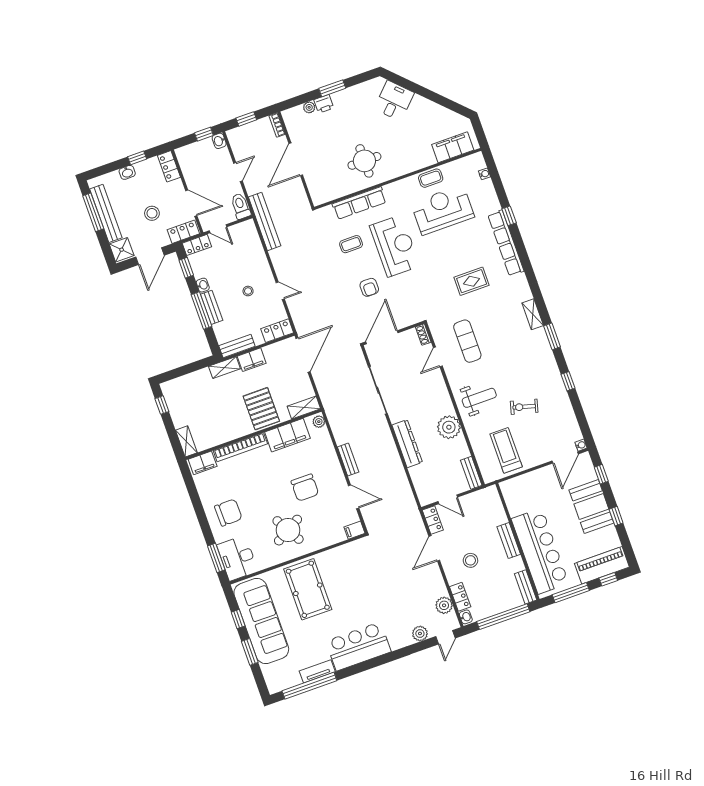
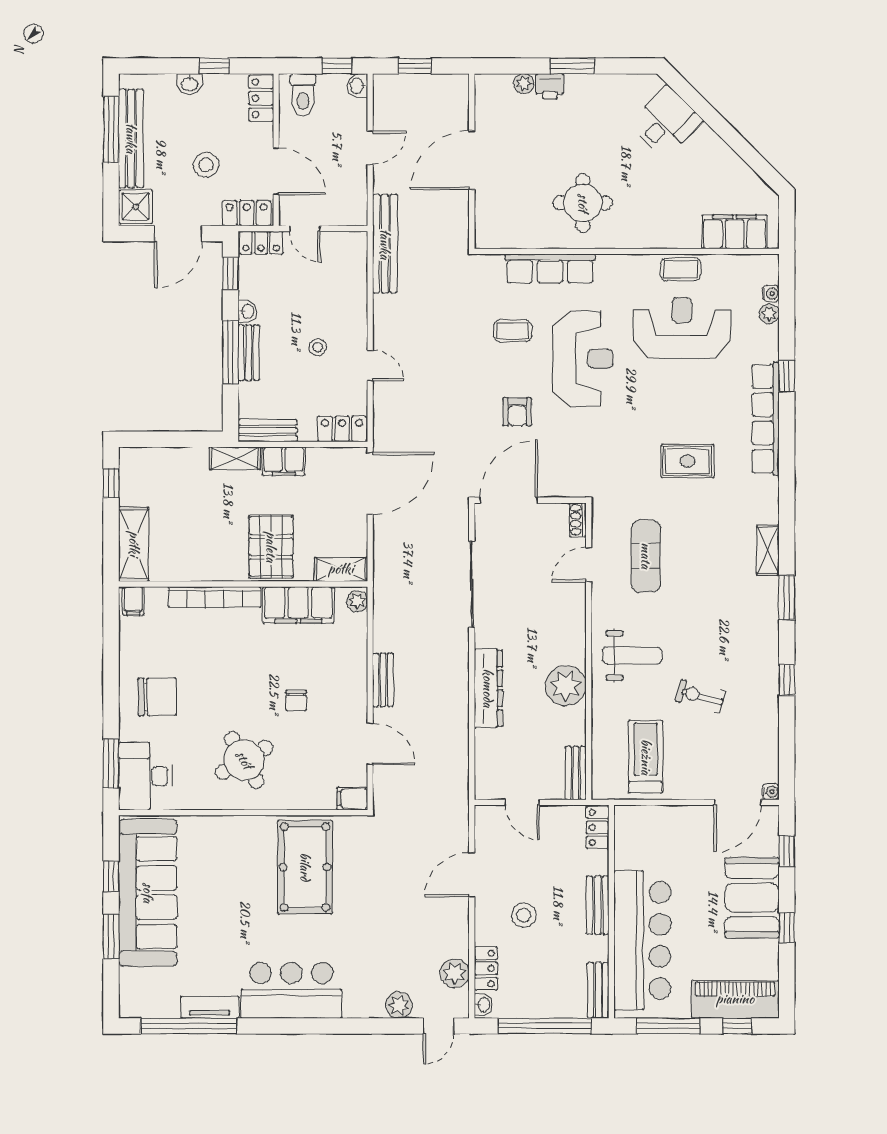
bookcase: (277, 125) -> (461, 94), removed
plant: (487, 185) -> (769, 314), added
toilet: (241, 206) -> (303, 95), moved, turned 180
shelving: (186, 441) -> (134, 544), width x1.50, depth x1.33
filing cabinet: (203, 463) -> (133, 601), width x0.50
chair: (305, 488) -> (296, 701), width x0.54, depth x0.54
locker: (433, 520) -> (598, 827), moved, turned 180
pool table: (308, 589) -> (305, 867), moved

